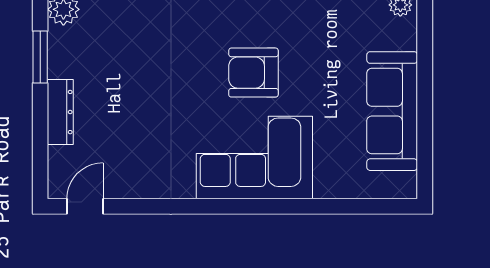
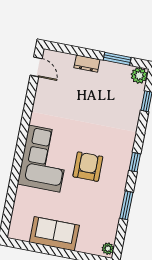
sofa: (392, 111) -> (54, 234), width x0.73
dresser: (60, 112) -> (87, 64), width x0.70

